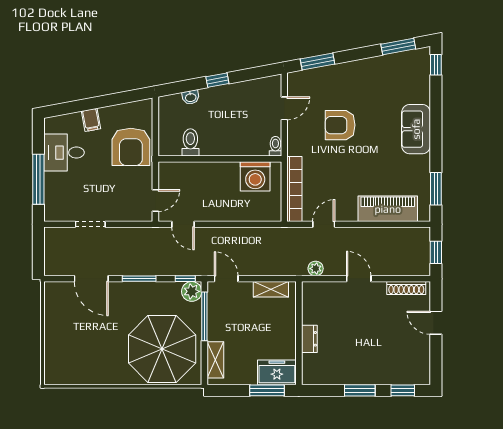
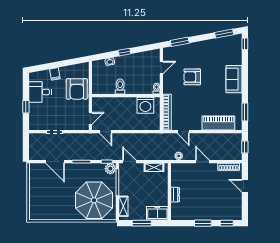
toilet: (190, 142) -> (120, 86), moved
window: (38, 179) -> (26, 107), width x0.46
door: (324, 224) -> (183, 132), swing flipped
window: (267, 390) -> (142, 223), moved

